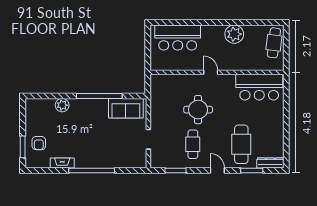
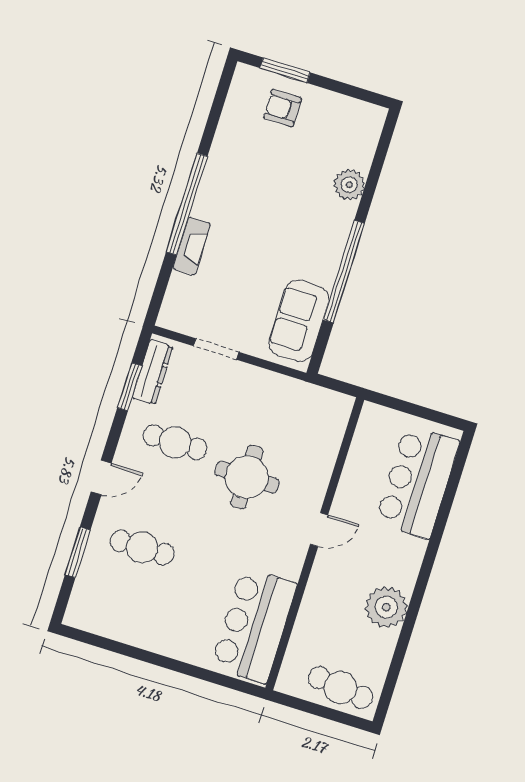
cafe table: (241, 144) -> (142, 548), width x0.73, depth x0.74
fireplace: (62, 163) -> (192, 246), moved
dresser: (270, 163) -> (153, 372), moved

